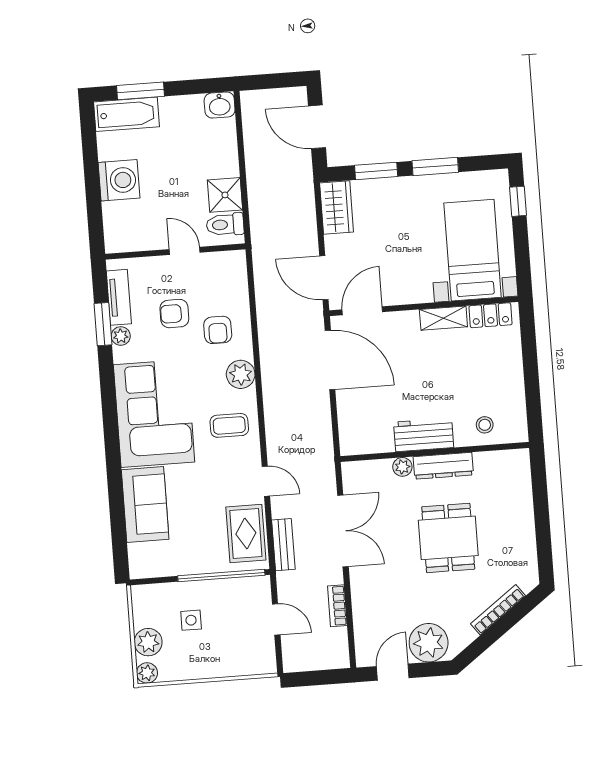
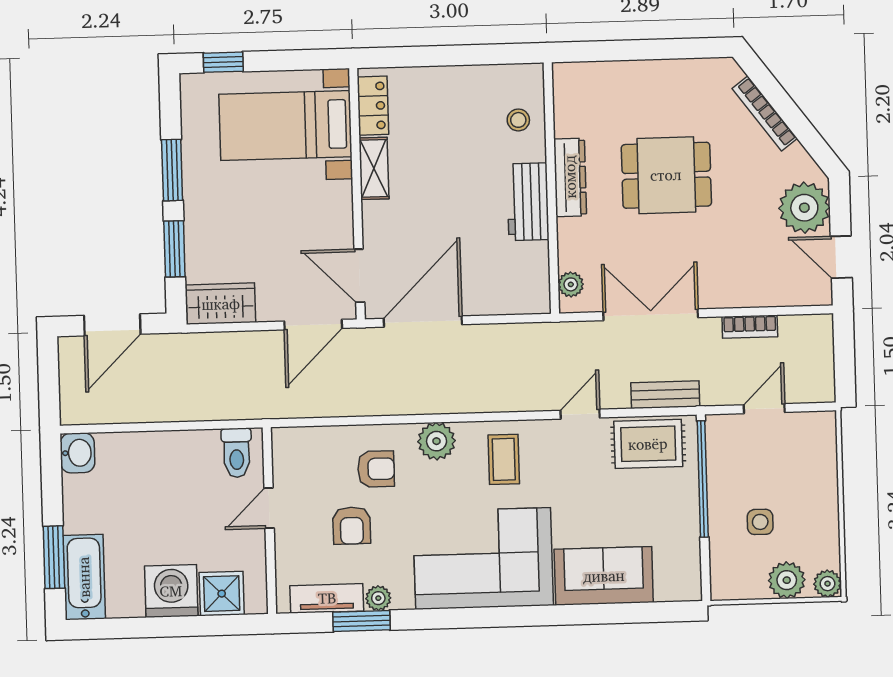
shower: (225, 195) -> (222, 594), moved
plant: (402, 467) -> (571, 284), moved

